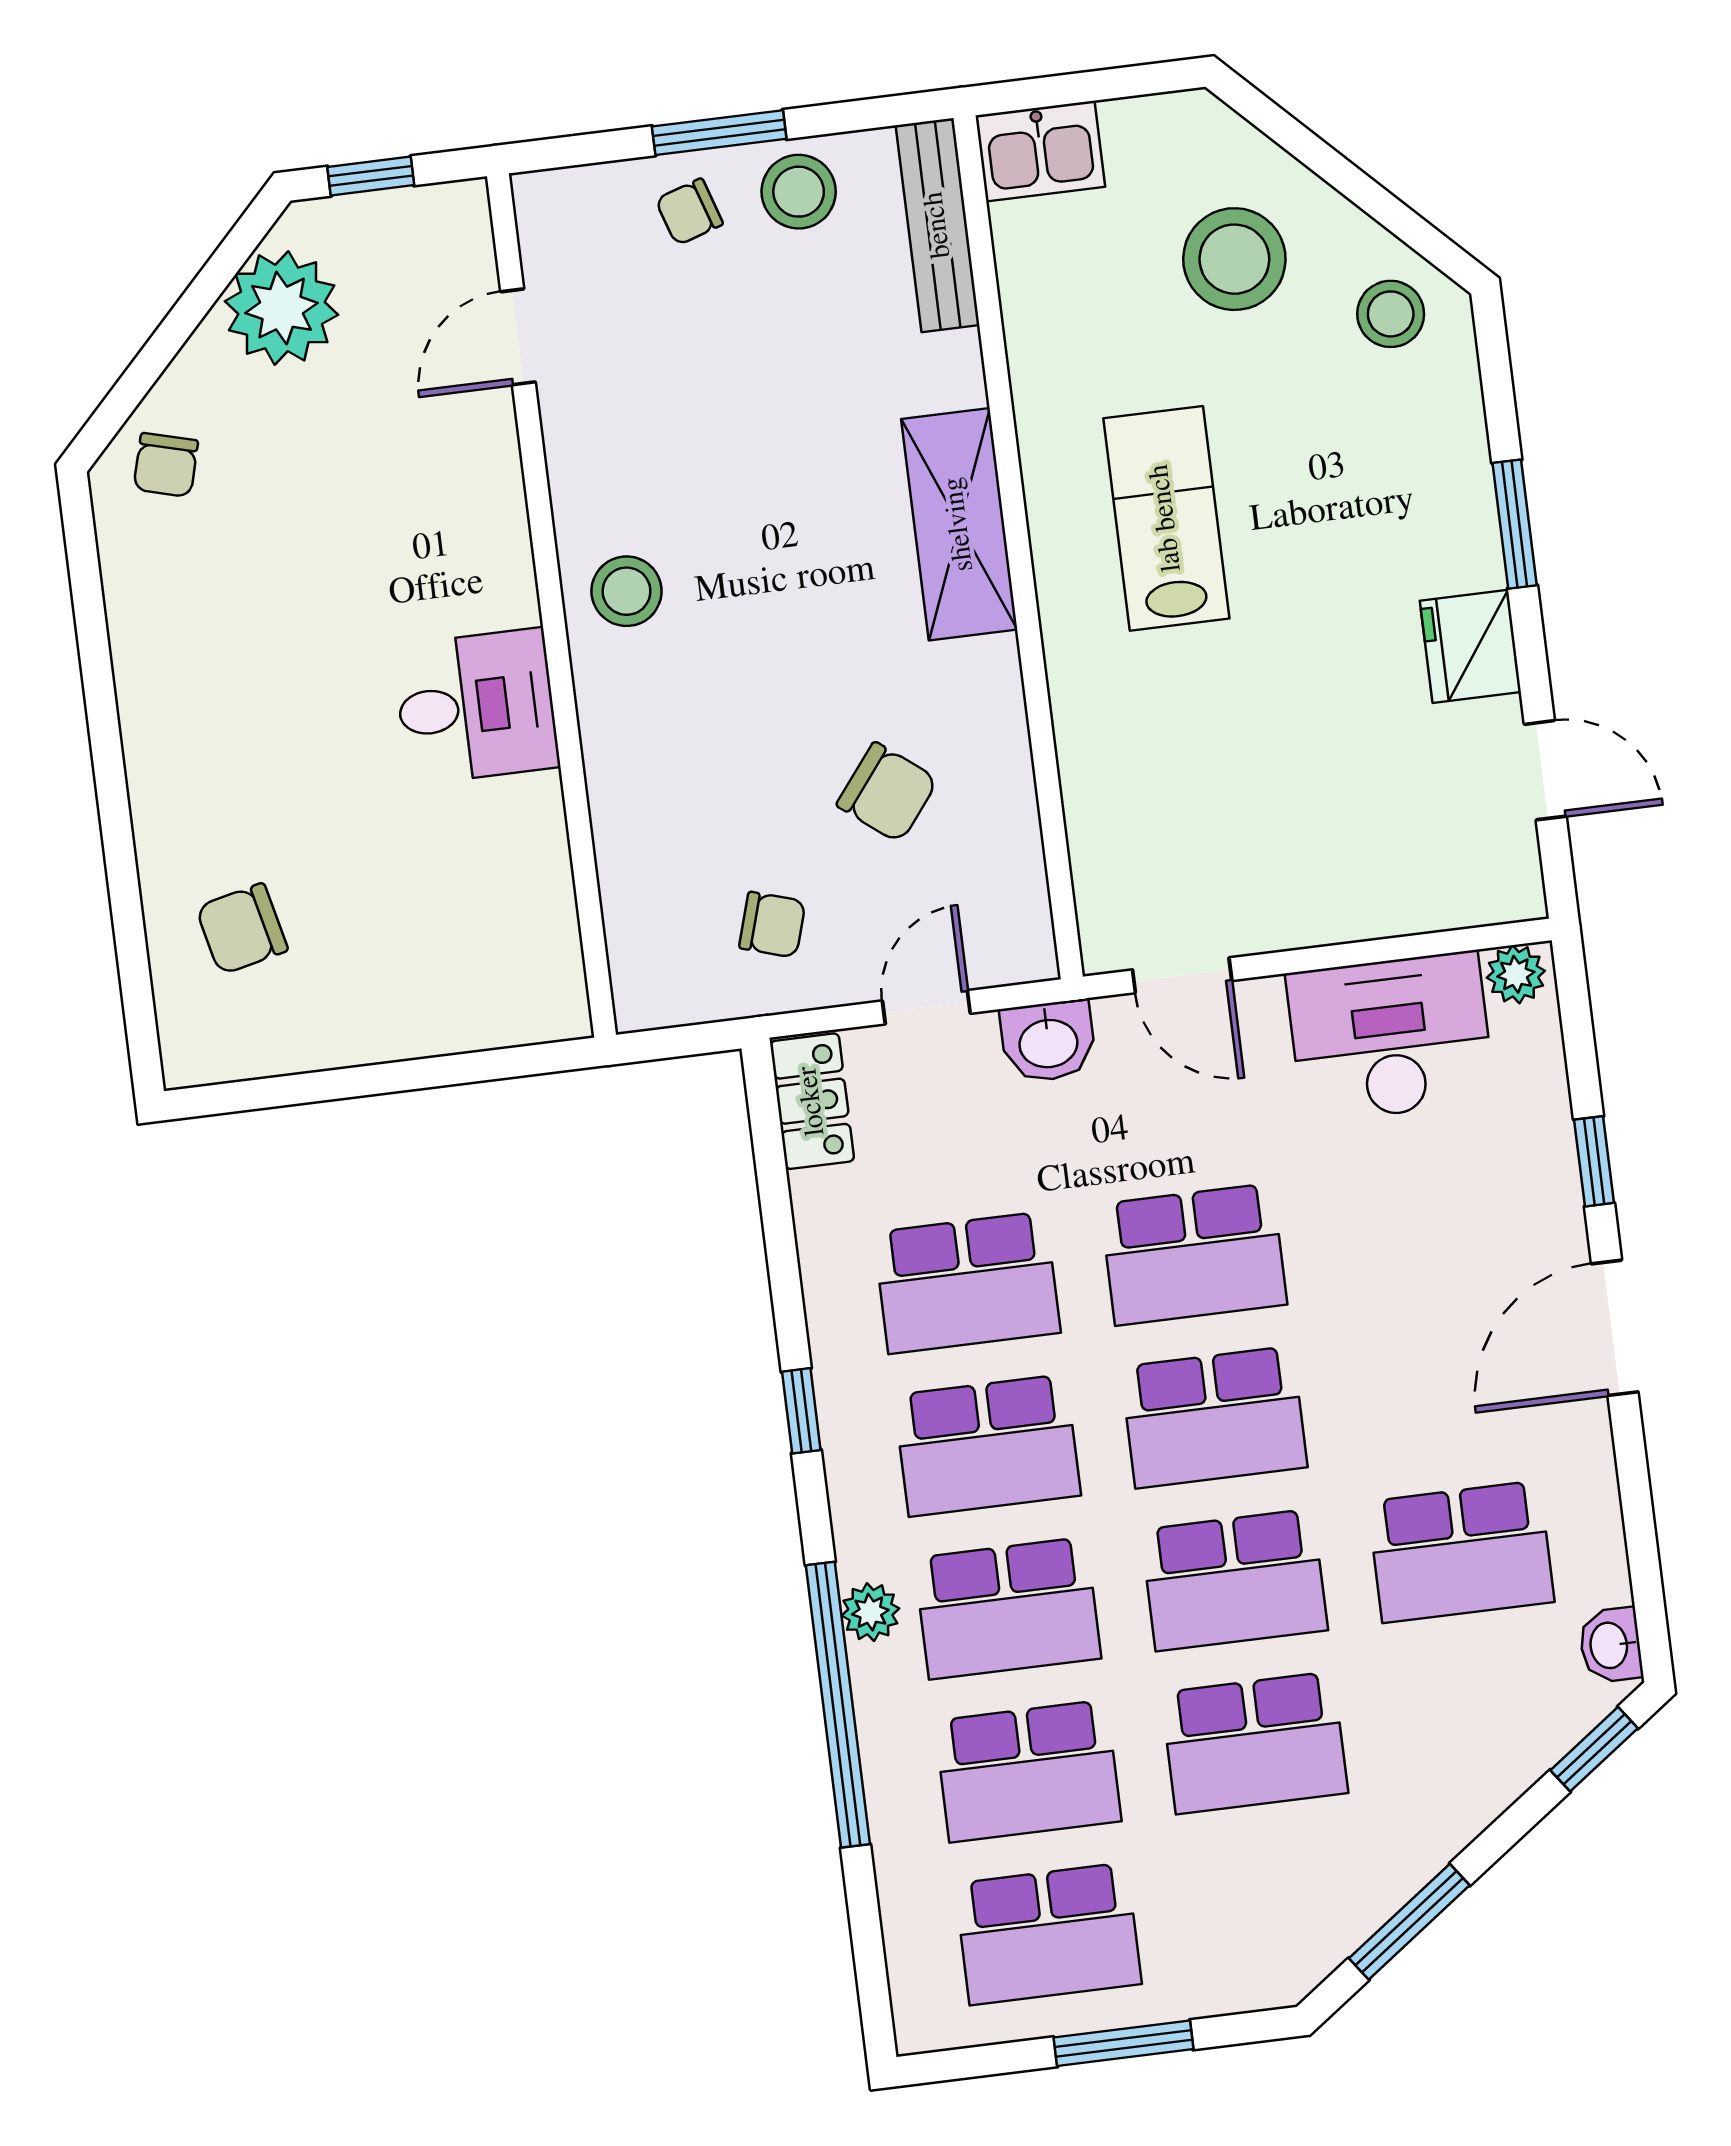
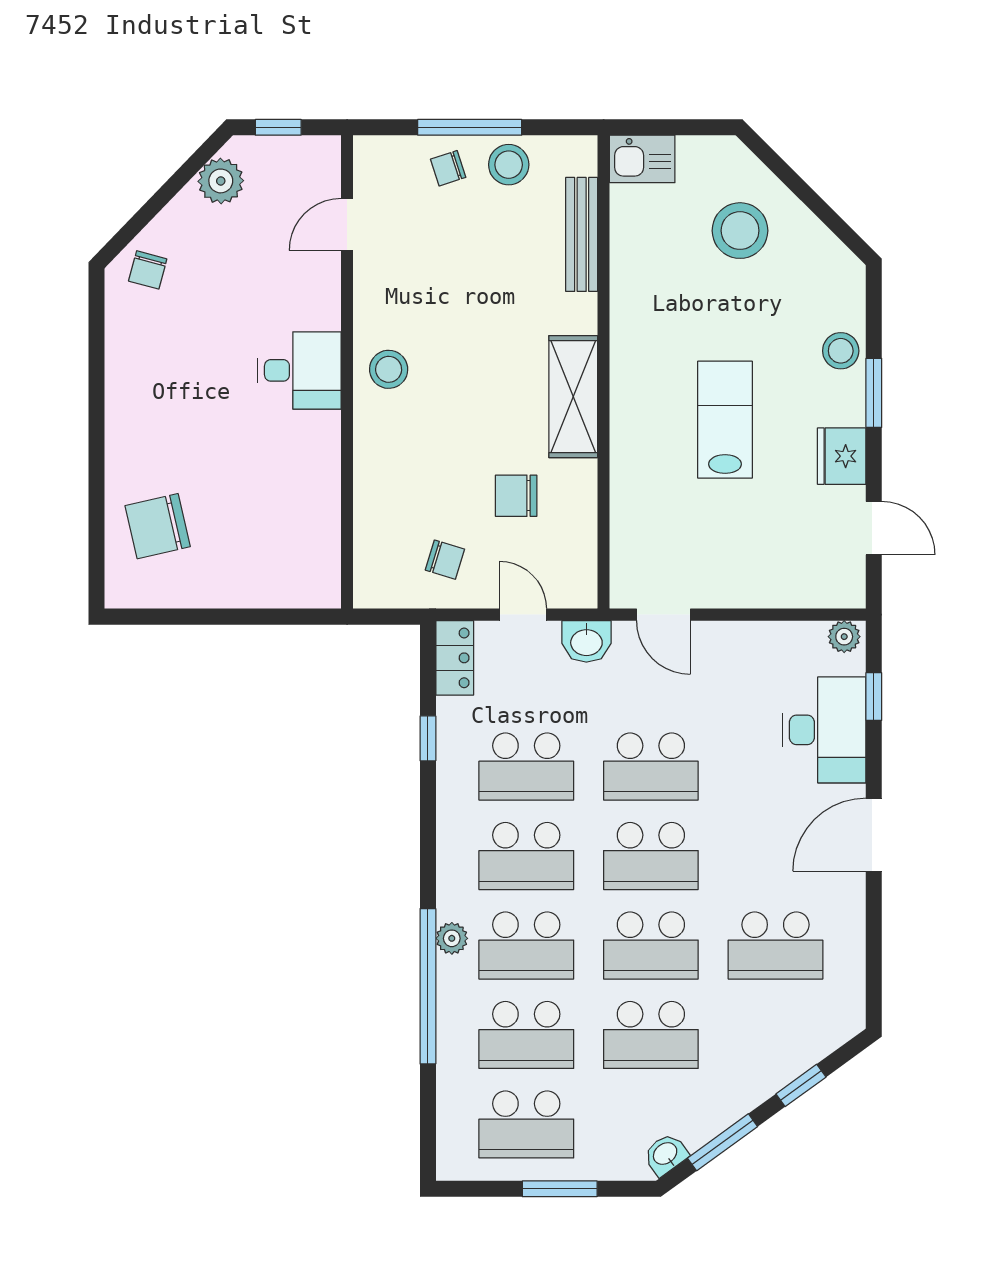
window: (719, 133) -> (470, 127), width x1.44
bench: (938, 225) -> (582, 234), moved
plant: (282, 308) -> (221, 181), width x0.73, depth x0.73
stool: (1391, 314) -> (841, 351), moved
lab bench: (1166, 518) -> (725, 420), moved
shelving: (959, 524) -> (573, 397), moved
desk: (476, 706) -> (299, 370), moved
chair: (887, 792) -> (516, 496), turned 142
chair: (242, 929) -> (158, 526), width x1.37, depth x1.37
door: (926, 1007) -> (523, 615), hinge flipped
desk: (1390, 1037) -> (824, 730), moved, turned 90
window: (1594, 1161) -> (874, 697), moved
window: (801, 1411) -> (428, 738), moved
washbasin: (1611, 1645) -> (666, 1154), moved, turned 54
window: (1594, 1749) -> (801, 1085), moved

